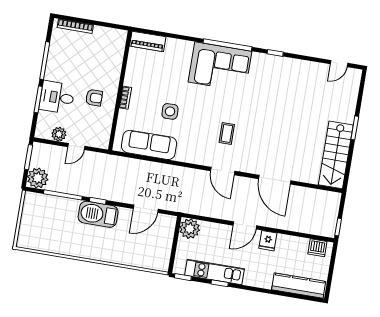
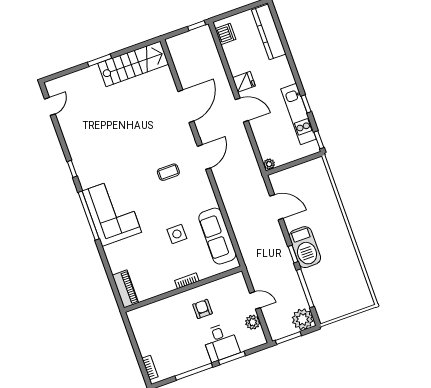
bookcase: (75, 26) -> (150, 368), width x0.64
door: (339, 64) -> (50, 106), hinge flipped
plant: (190, 229) -> (269, 164), width x0.53, depth x0.53

